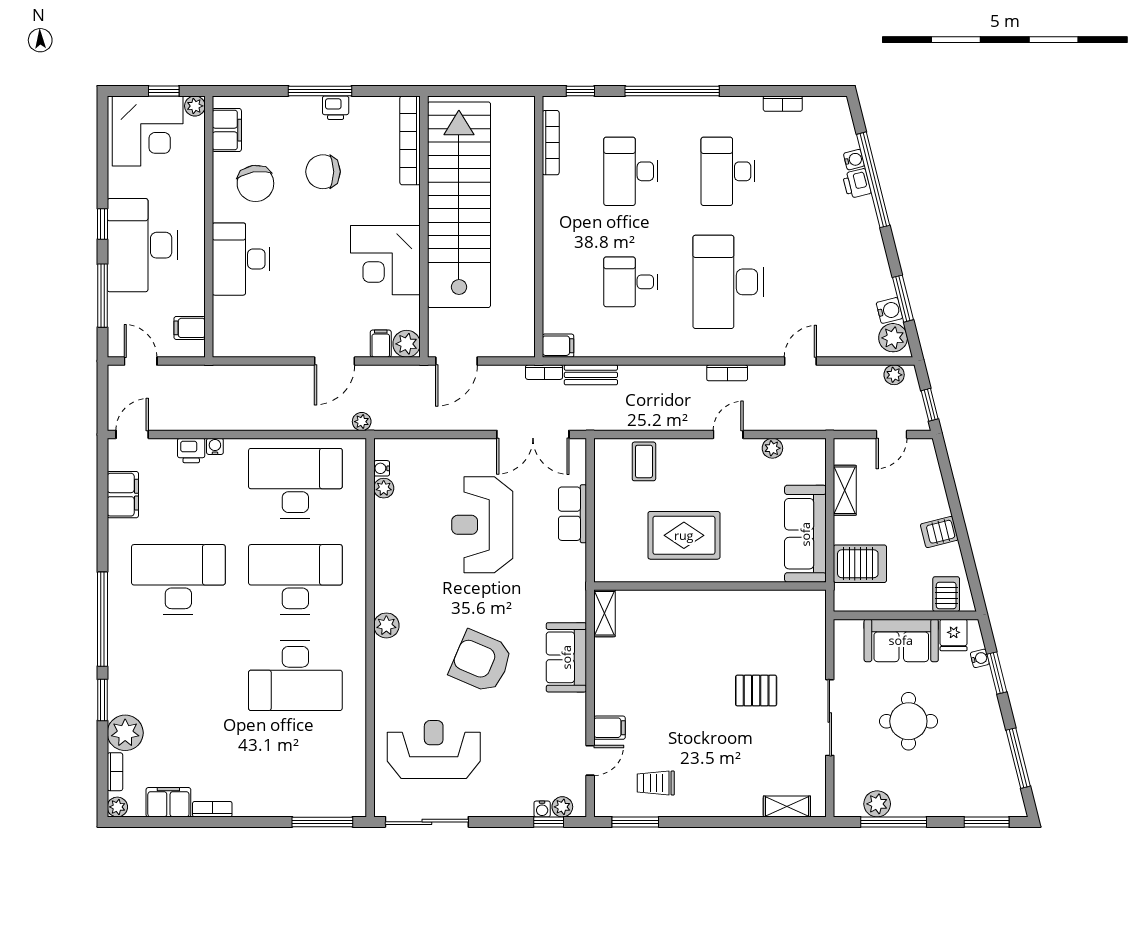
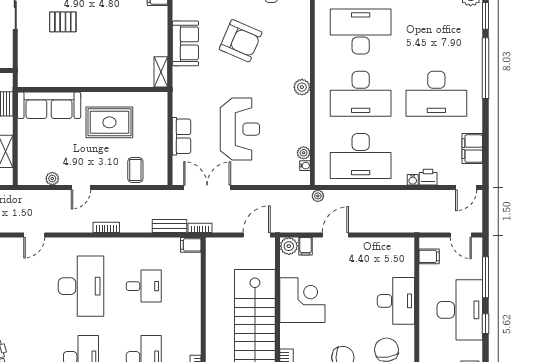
bookcase: (727, 373) -> (106, 227), moved
sofa: (805, 534) -> (49, 105), moved, turned 90
plant: (386, 625) -> (302, 87), moved

